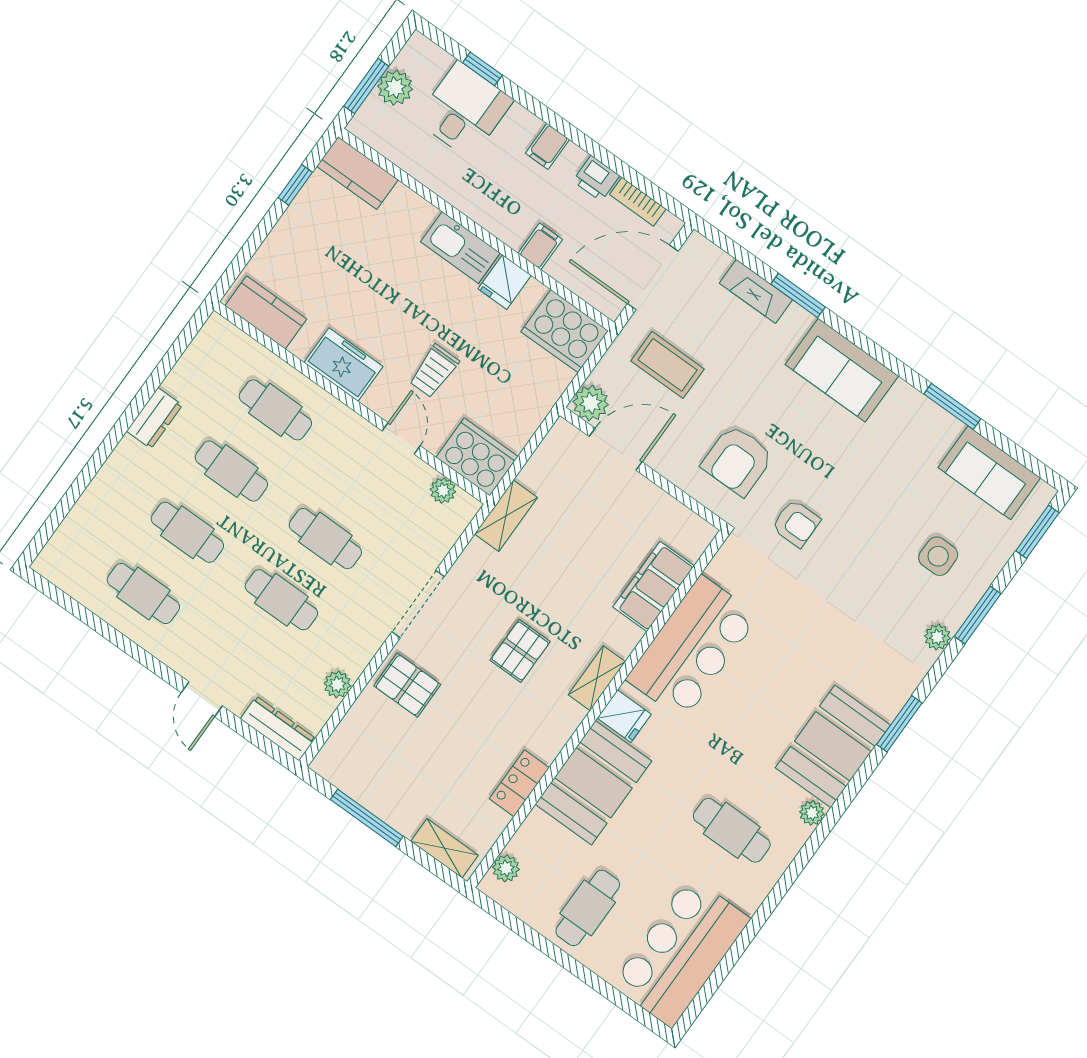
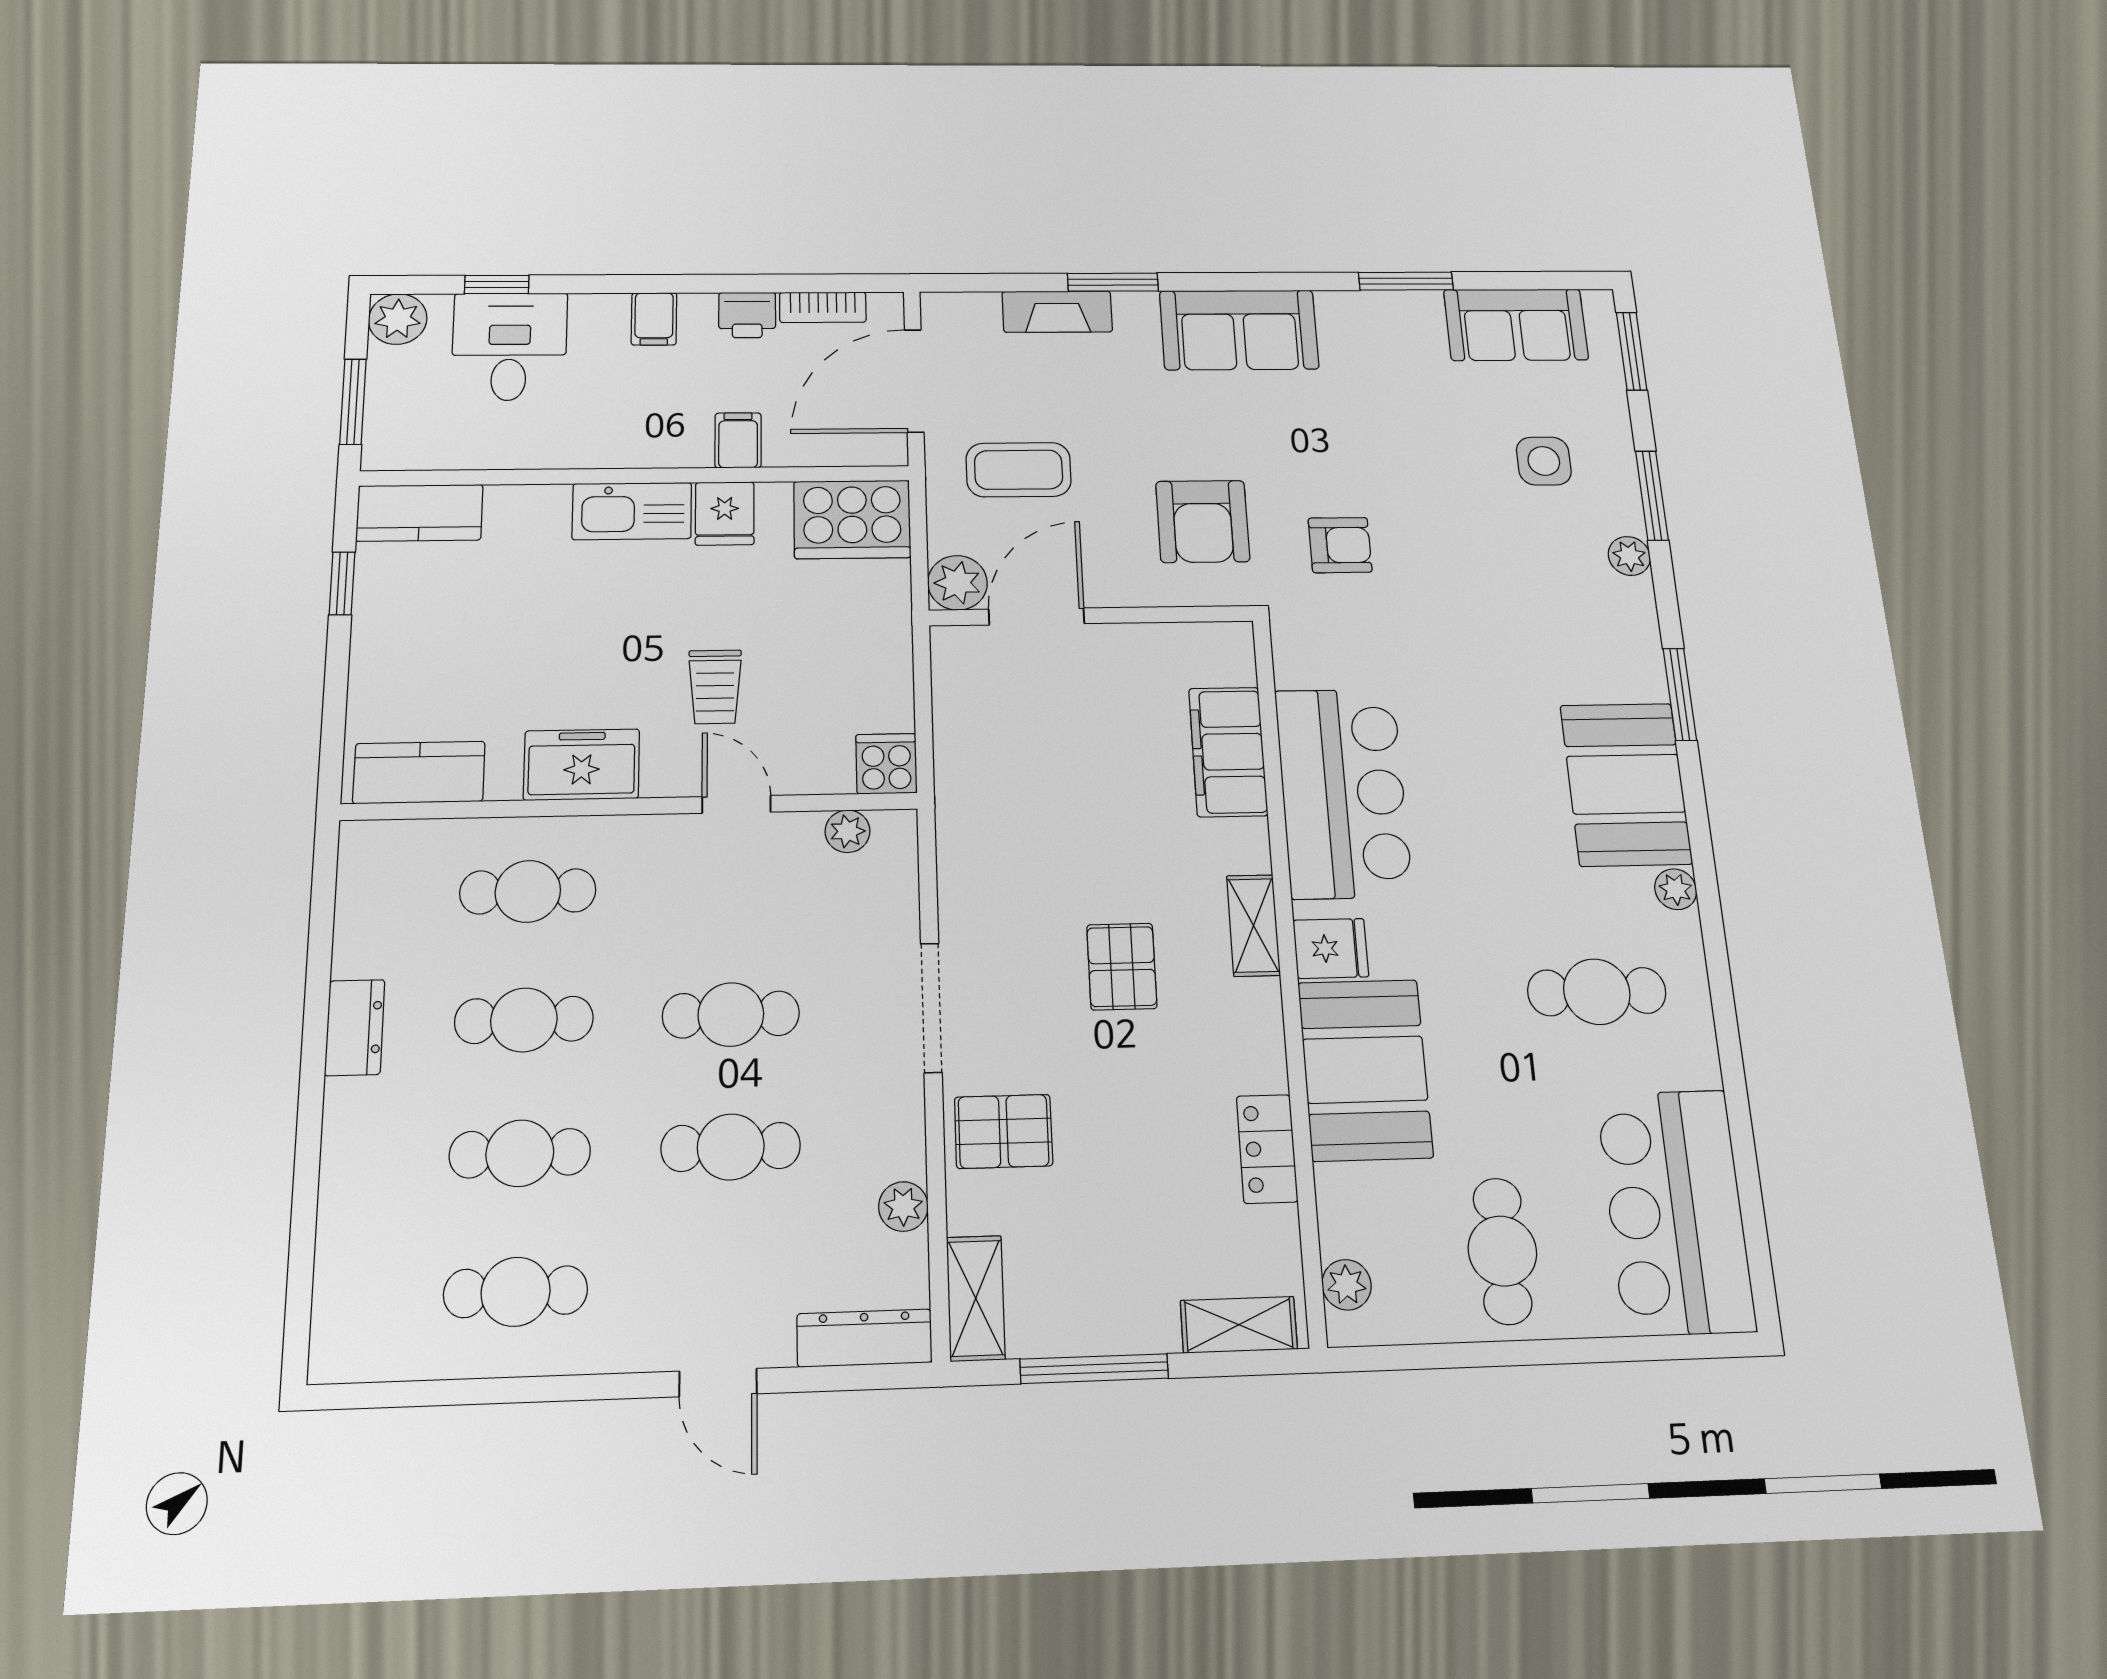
plant: (395, 88) -> (398, 319), moved
cooker: (477, 457) -> (886, 764), width x0.53, depth x0.76
shelving: (506, 516) -> (976, 1298), moved

